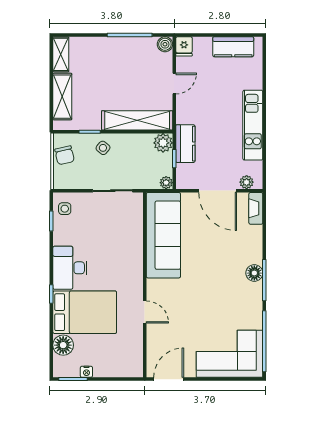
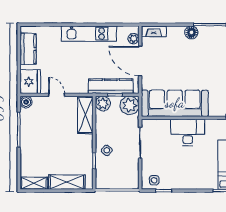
fridge: (184, 46) -> (30, 82), width x1.88, depth x1.34
shelving: (137, 120) -> (85, 115), width x0.68
kitchen counter: (185, 144) -> (111, 86), width x1.50
chair: (65, 155) -> (112, 180), removed
plant: (166, 183) -> (129, 105), width x1.88, depth x1.88
door: (218, 191) -> (140, 61), swing flipped
desk: (70, 268) -> (188, 132), moved, turned 180
floor lamp: (254, 273) -> (191, 32), moved

